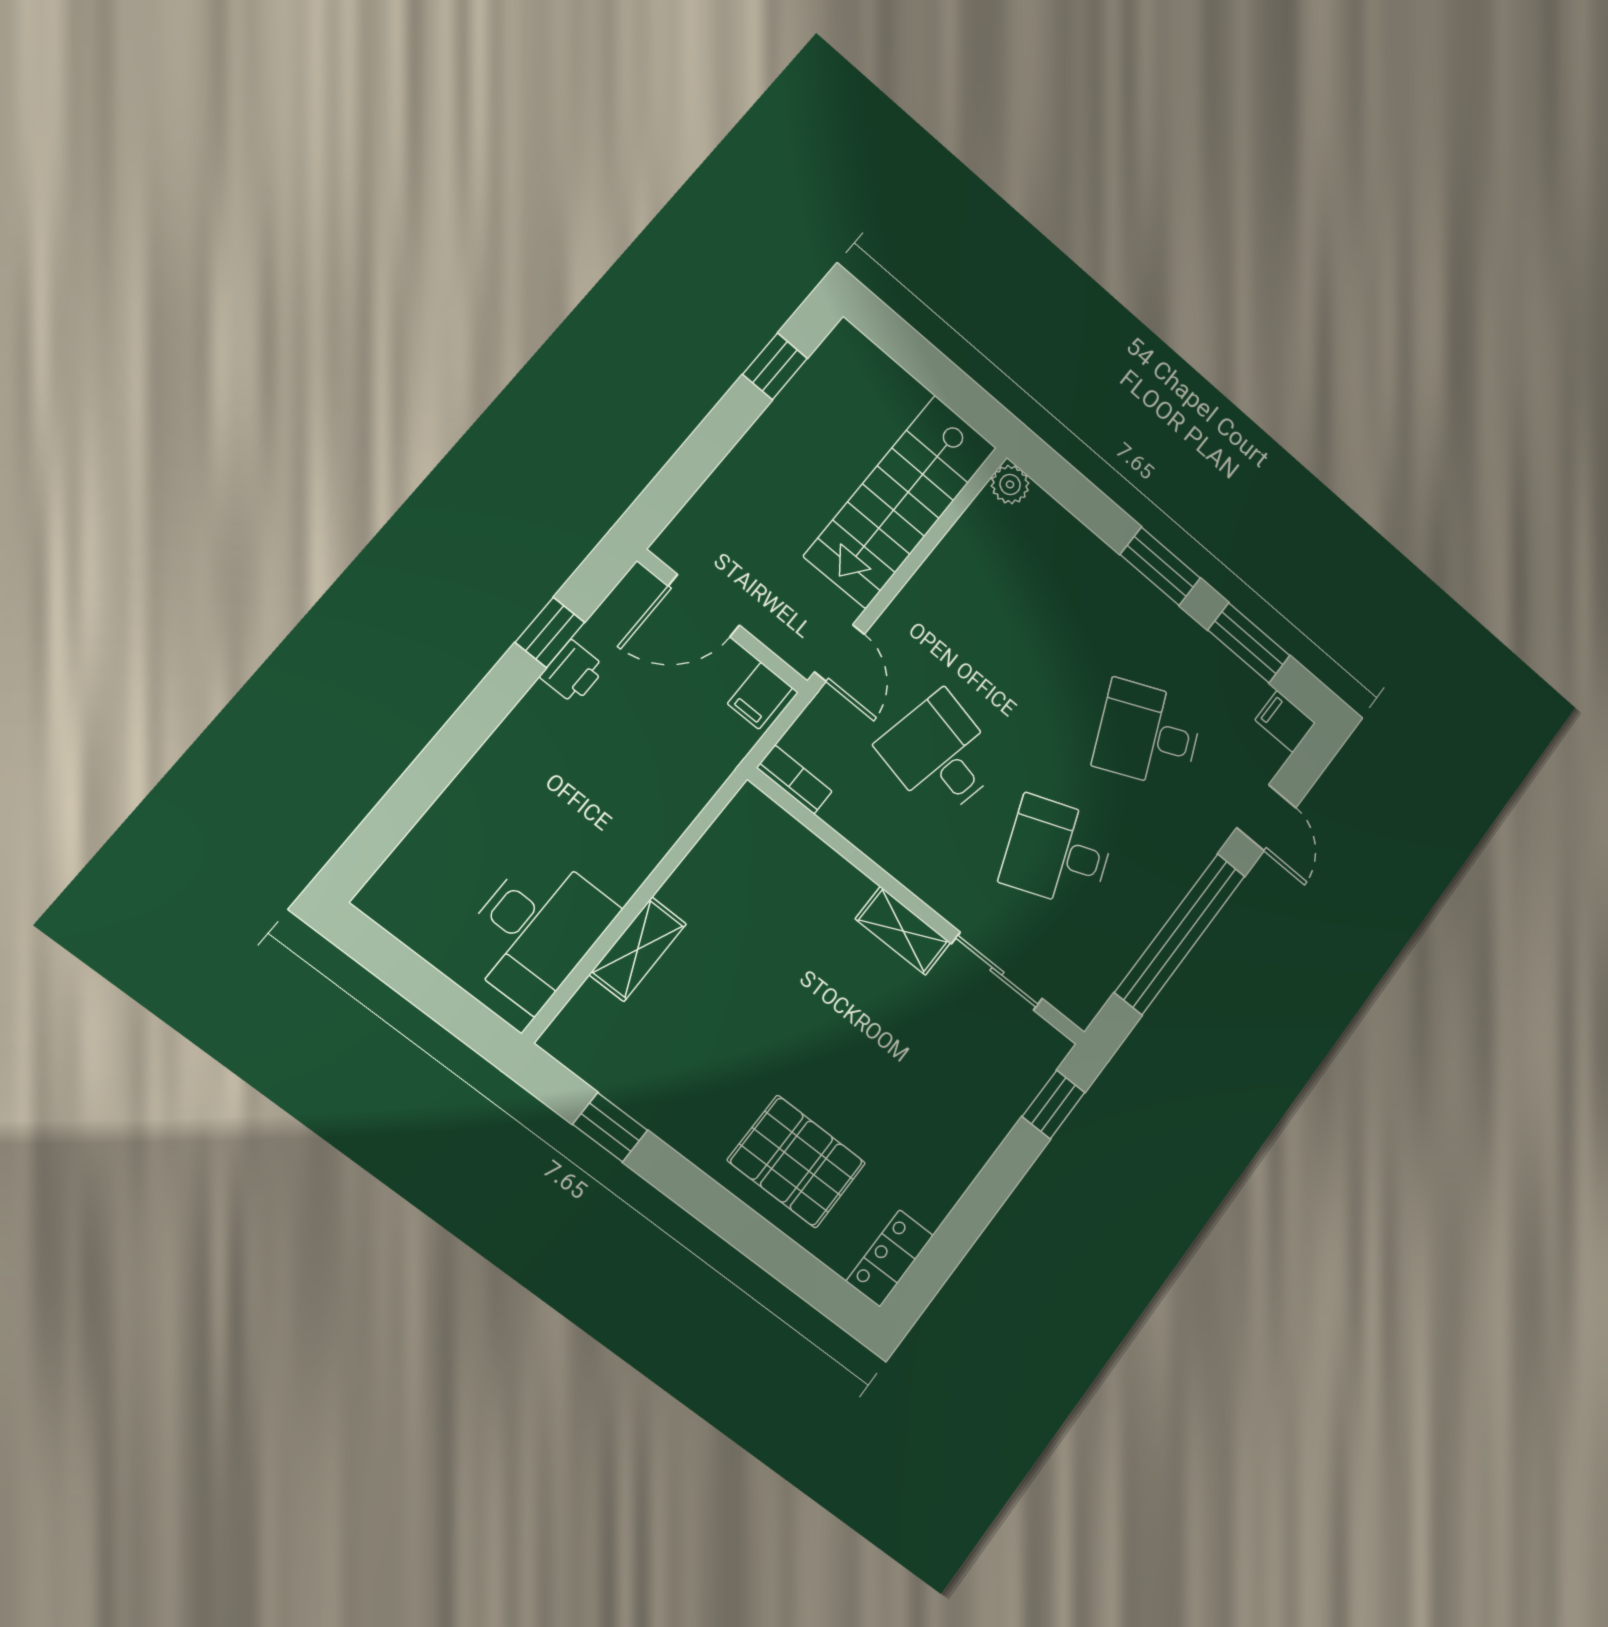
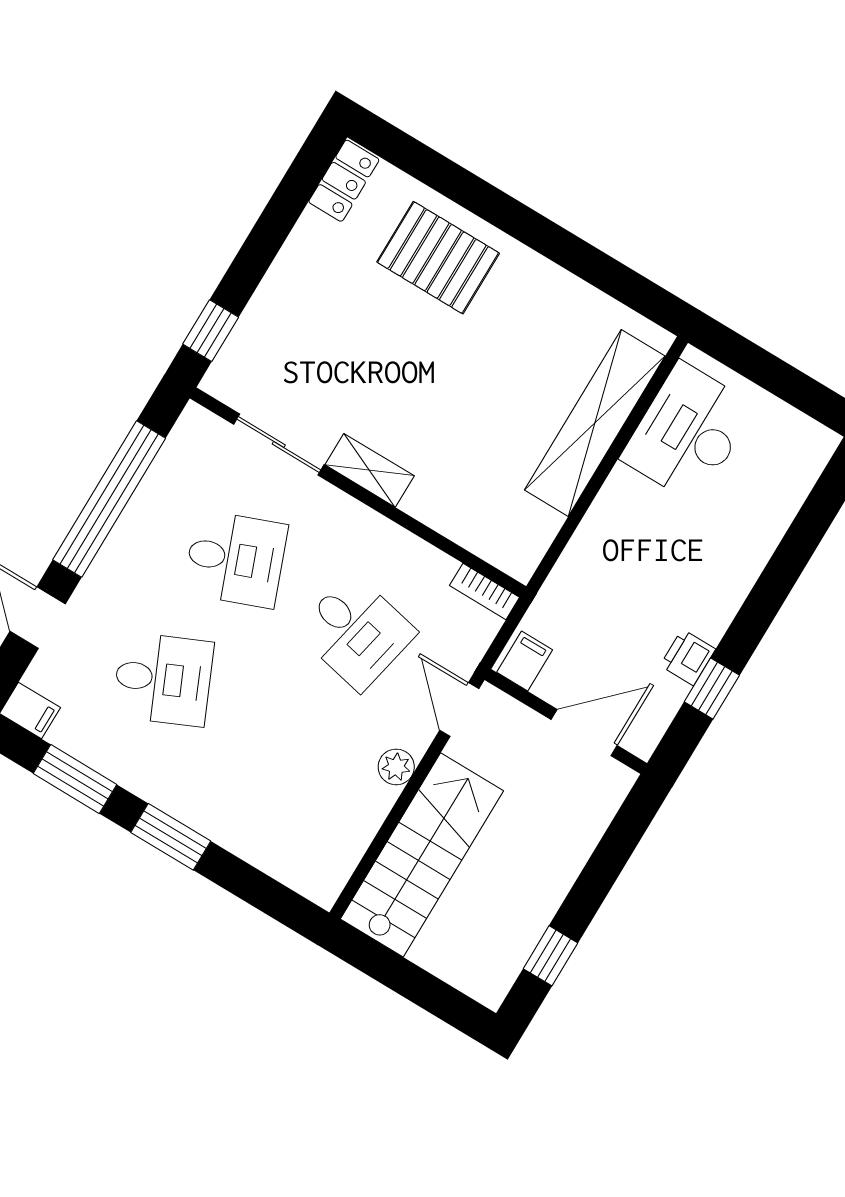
plant: (1010, 484) -> (396, 767), moved
shelving: (638, 949) -> (595, 423), width x2.20, depth x1.33
window: (610, 1127) -> (603, 272), removed

